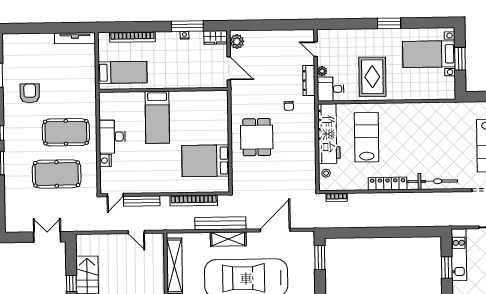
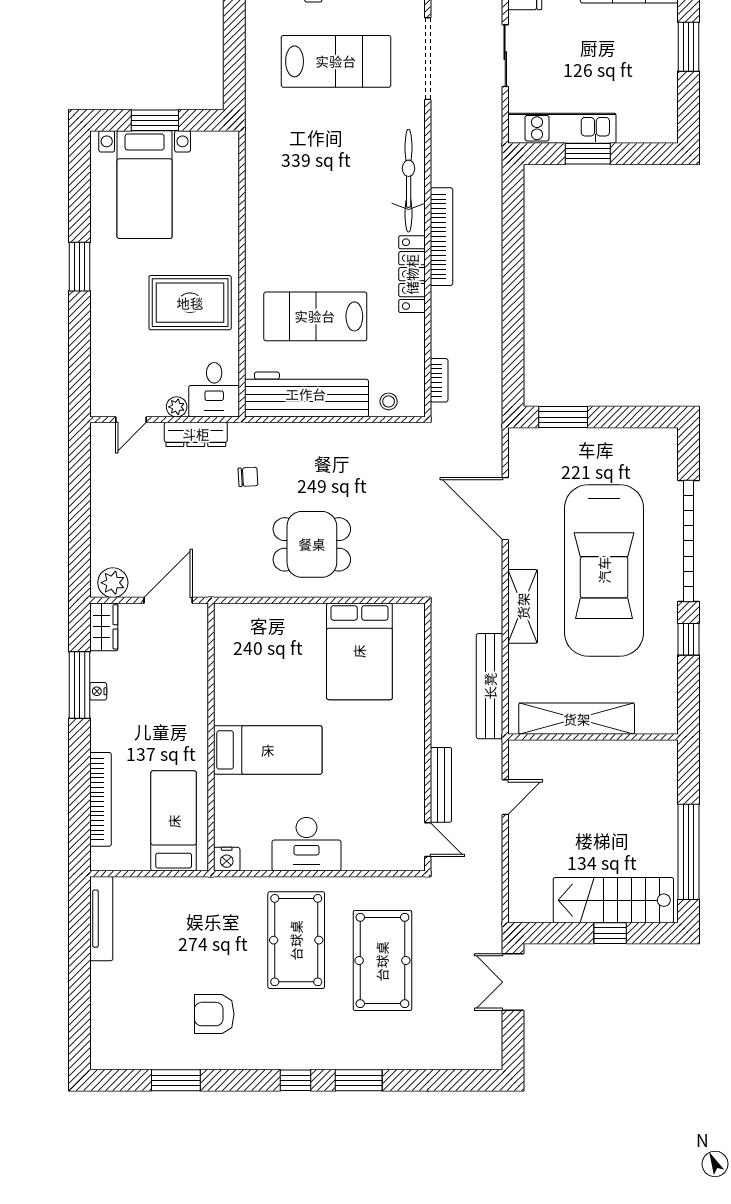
nightstand: (105, 160) -> (227, 859), moved
bookcase: (194, 201) -> (442, 237), moved
bench: (220, 223) -> (490, 686), moved

